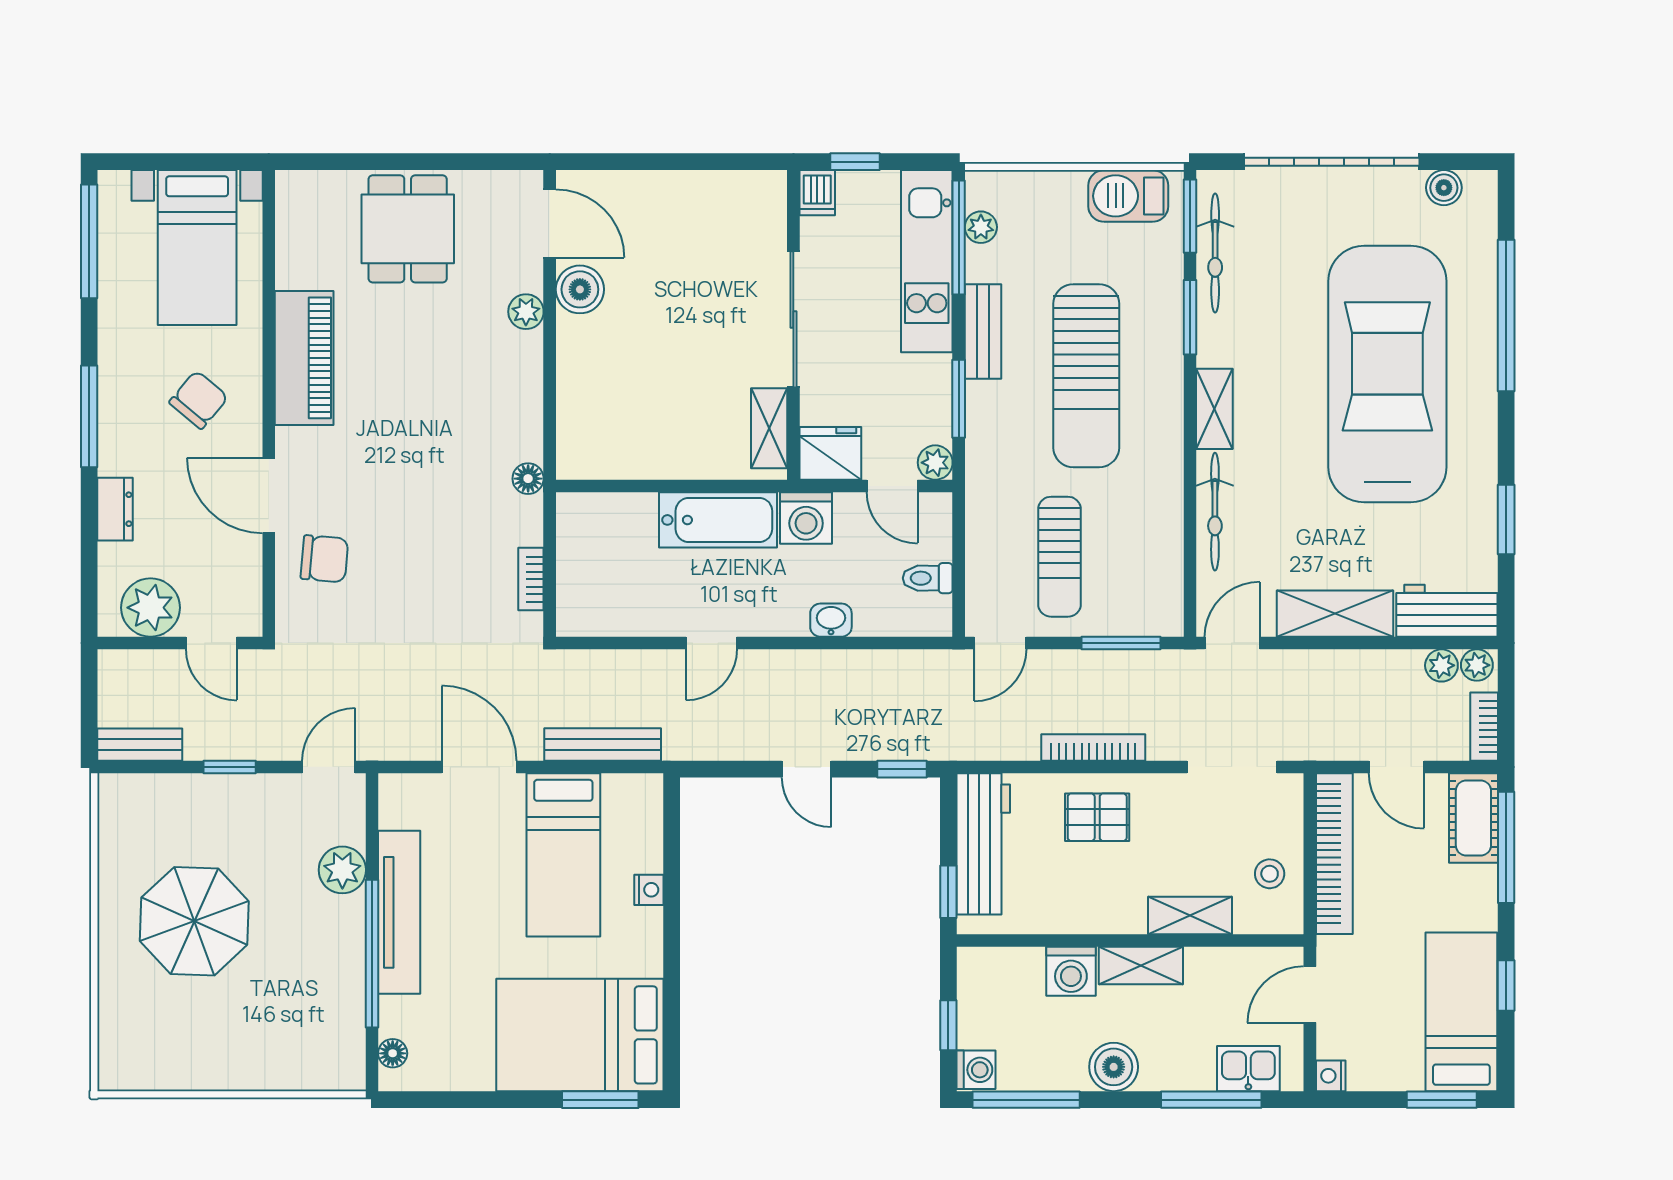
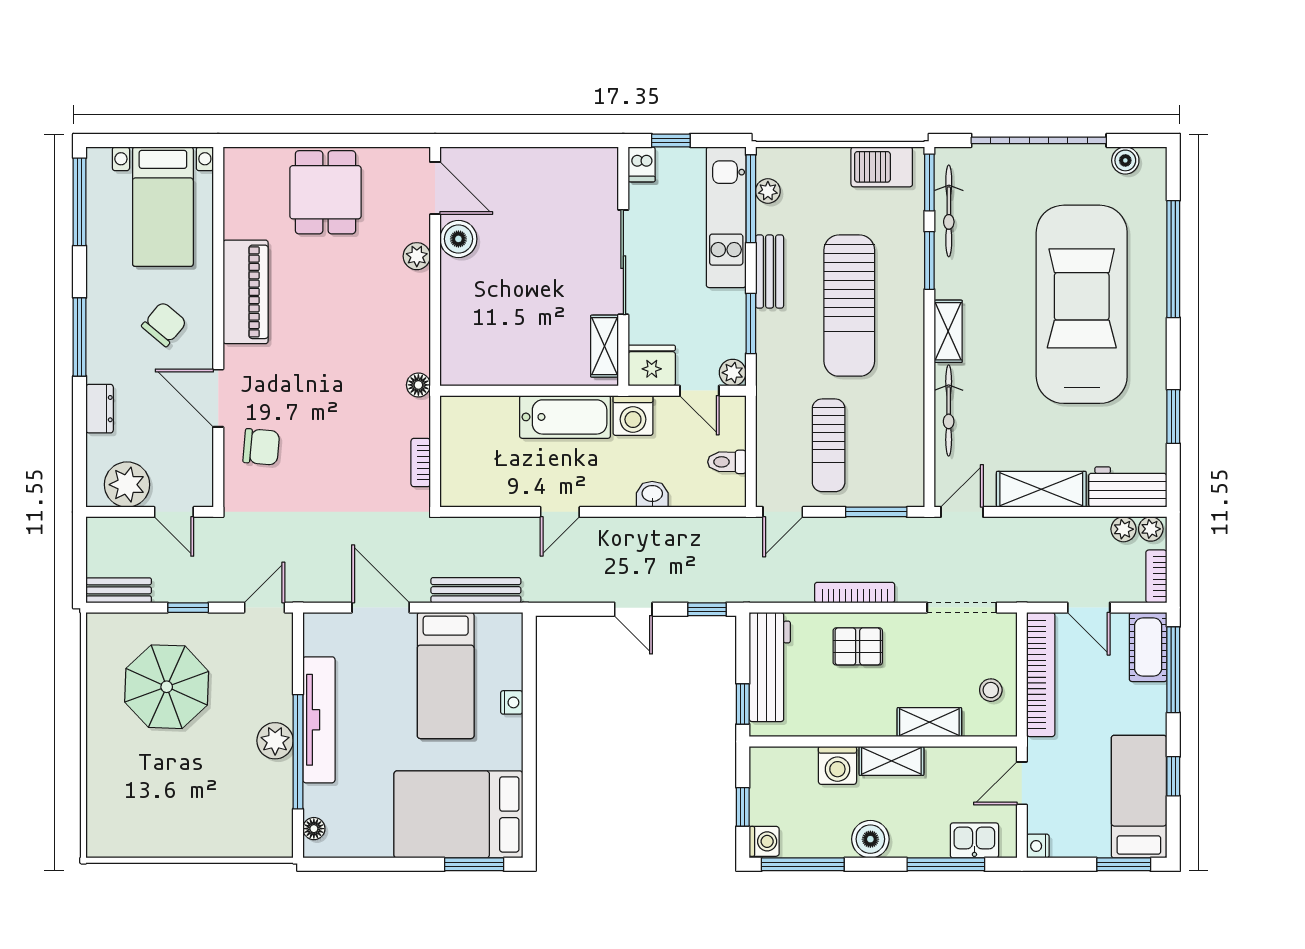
plant: (342, 870) -> (275, 741), moved
parasol: (194, 921) -> (167, 687), moved

